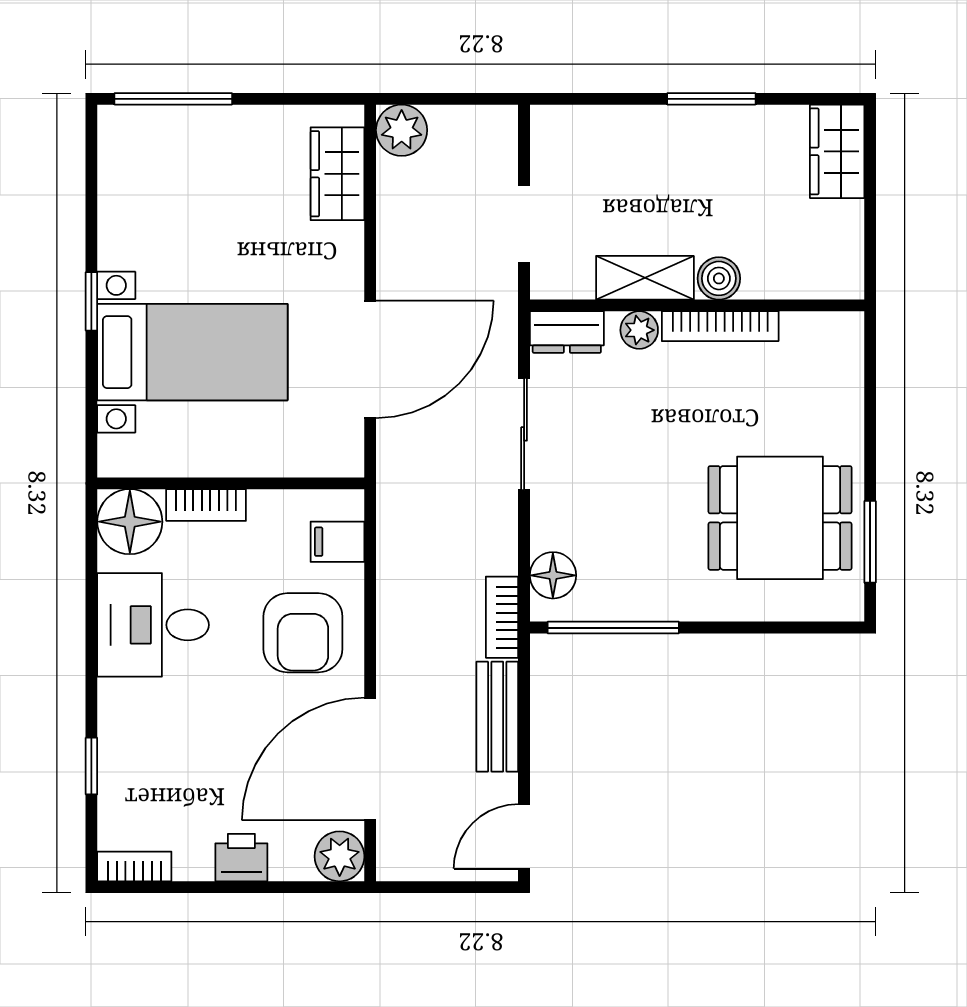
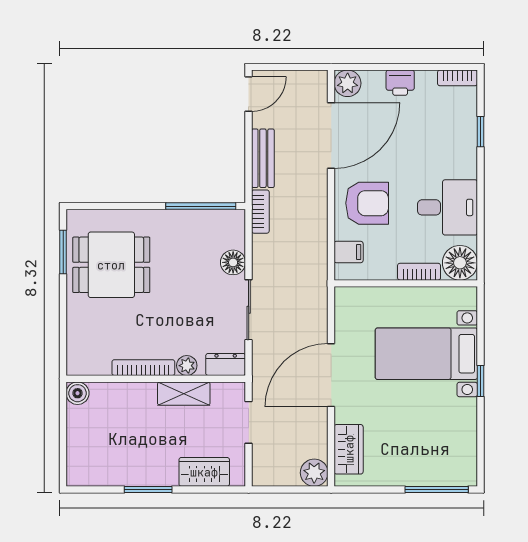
wardrobe: (837, 151) -> (204, 472), moved, turned -90
boiler: (719, 278) -> (78, 393), moved
door: (370, 359) -> (331, 375), moved
floor lamp: (553, 575) -> (233, 262), moved
armchair: (303, 633) -> (367, 203), turned 90

